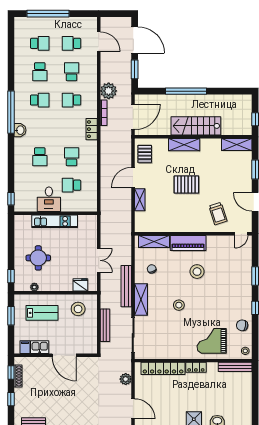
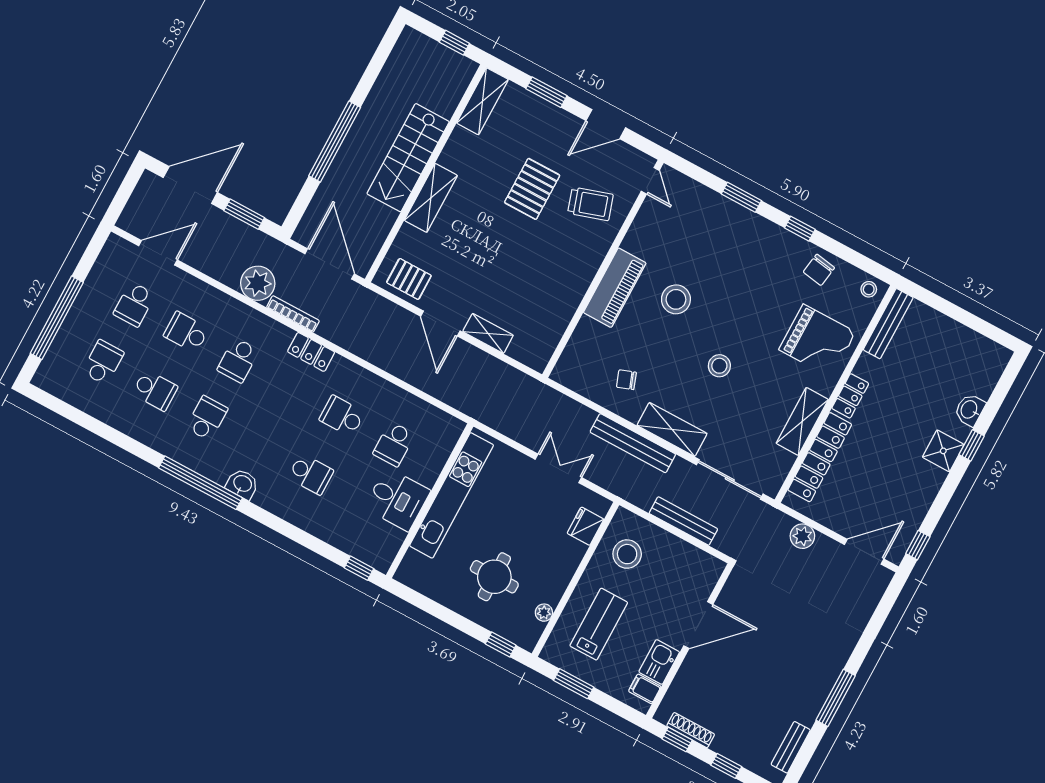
pallet: (186, 185) -> (532, 189), moved
kitchen unit: (55, 221) -> (452, 495), width x1.36
shelving: (154, 241) -> (802, 421), moved
grand piano: (212, 341) -> (817, 341), turned -90

